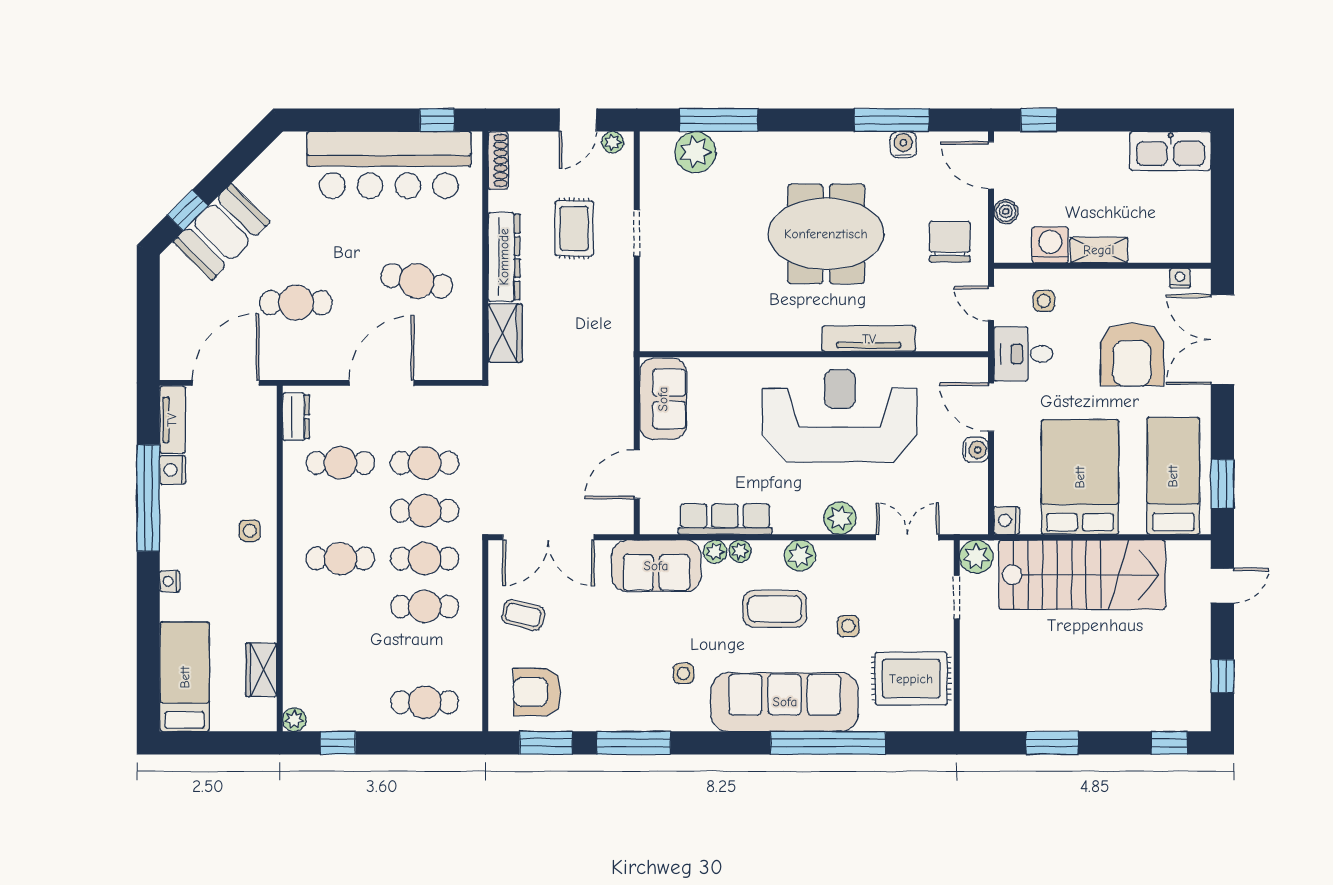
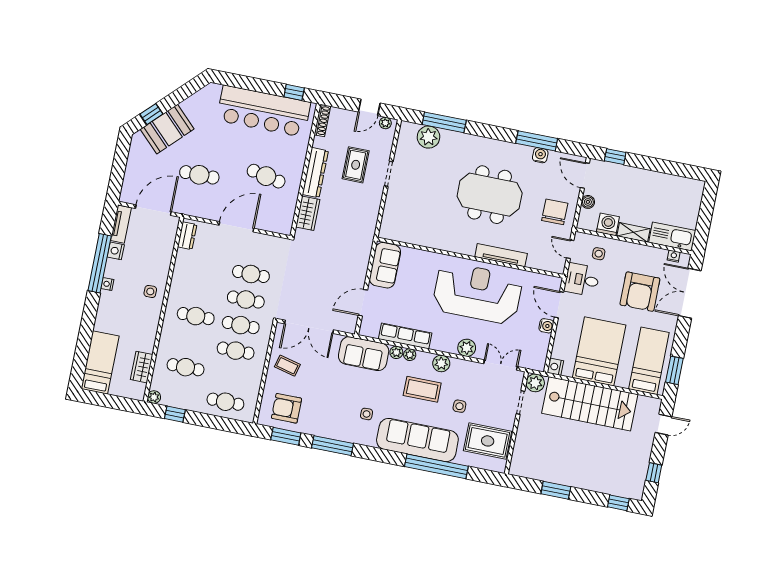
kitchen sink: (1170, 151) -> (672, 236), moved, turned 180
cafe table: (340, 463) -> (186, 367), moved
nightstand: (170, 581) -> (107, 284), moved

